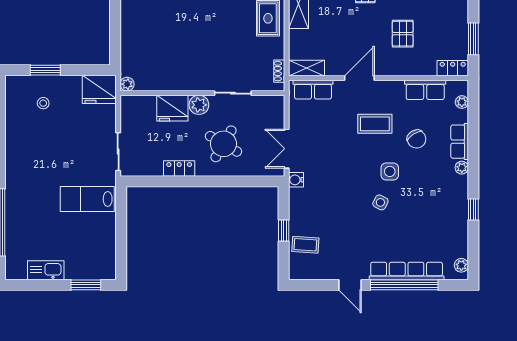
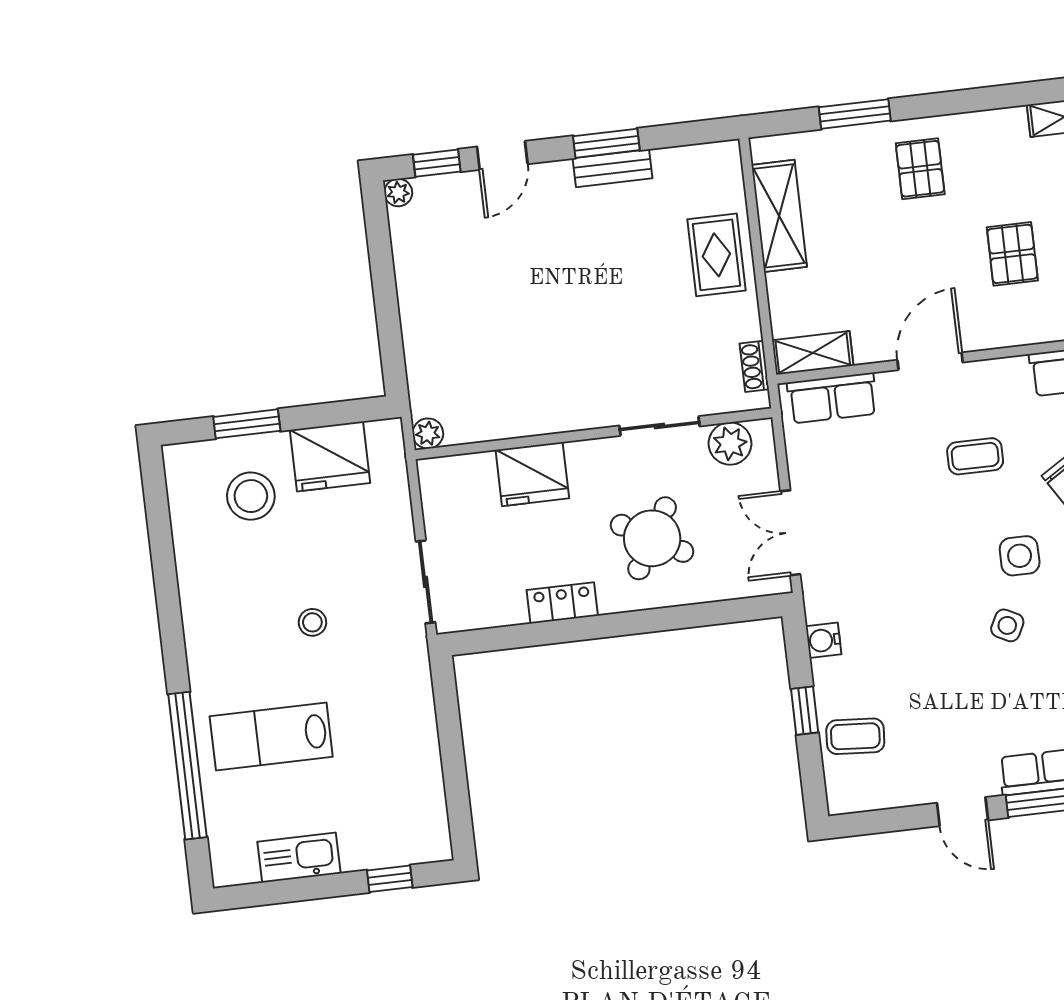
fridge: (99, 89) -> (330, 456), moved
stool: (43, 103) -> (251, 496), width x1.89, depth x1.89
plant: (199, 105) -> (730, 444), moved
coffee table: (375, 124) -> (975, 456), width x0.73, depth x0.77
stool: (64, 164) -> (312, 622), added
water cooler: (296, 180) -> (824, 640), moved
lab bench: (87, 199) -> (271, 737), moved
window: (86, 285) -> (390, 879), width x0.67

